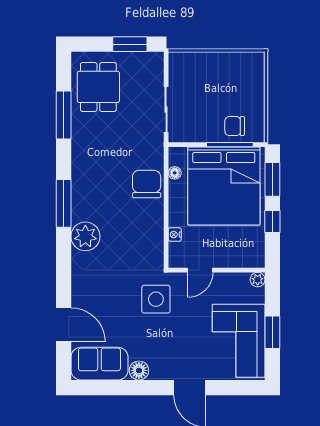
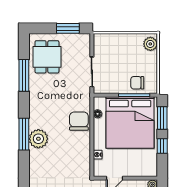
plant: (254, 67) -> (150, 44), added
plant: (85, 236) -> (38, 139), moved

